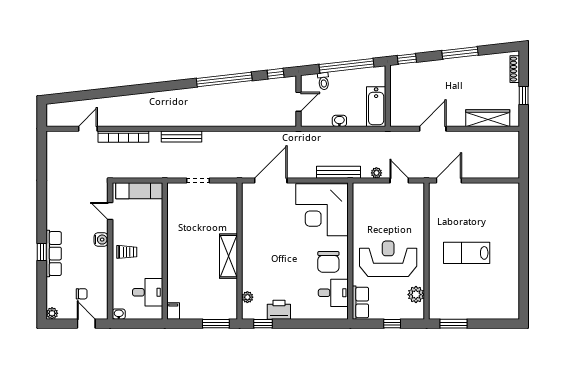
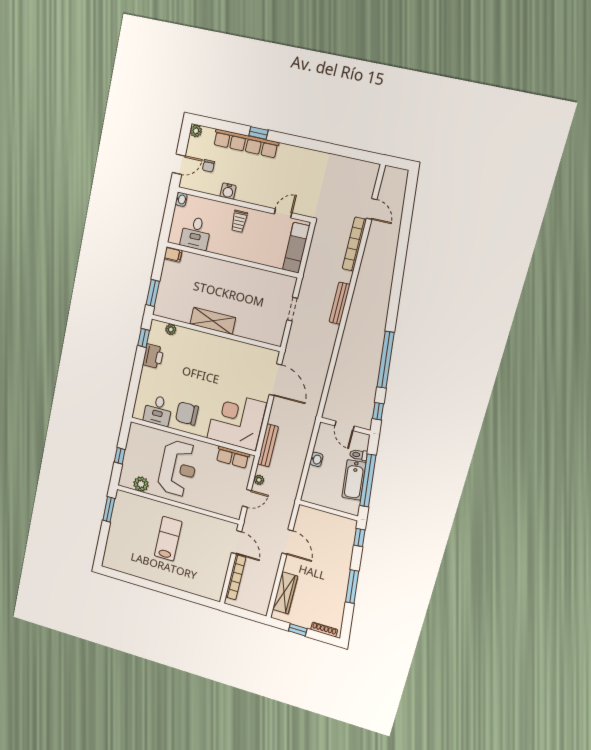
bathtub: (376, 107) -> (354, 480), moved, turned -96
bookcase: (487, 173) -> (236, 577), added
water cooler: (101, 240) -> (228, 191), moved
row of seats: (54, 254) -> (246, 143), width x1.36
row of seats: (360, 303) -> (233, 457), moved

